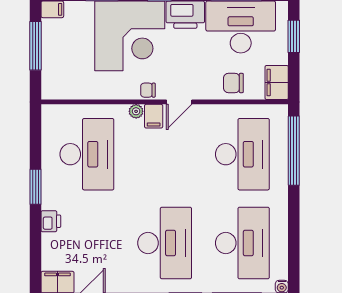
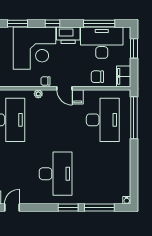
door: (179, 102) -> (64, 88), hinge flipped
filing cabinet: (154, 116) -> (78, 97), moved
desk: (242, 243) -> (103, 174), removed

